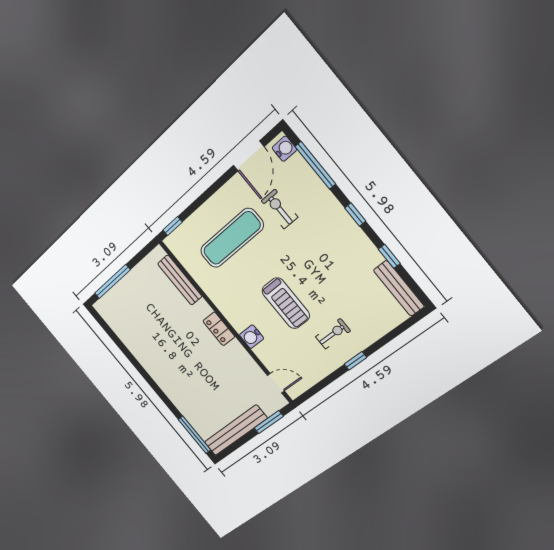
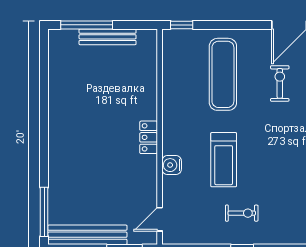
exercise mat: (232, 238) -> (223, 74), turned 90
bench: (180, 280) -> (108, 37), moved, turned 90
door: (276, 383) -> (160, 219), swing flipped

